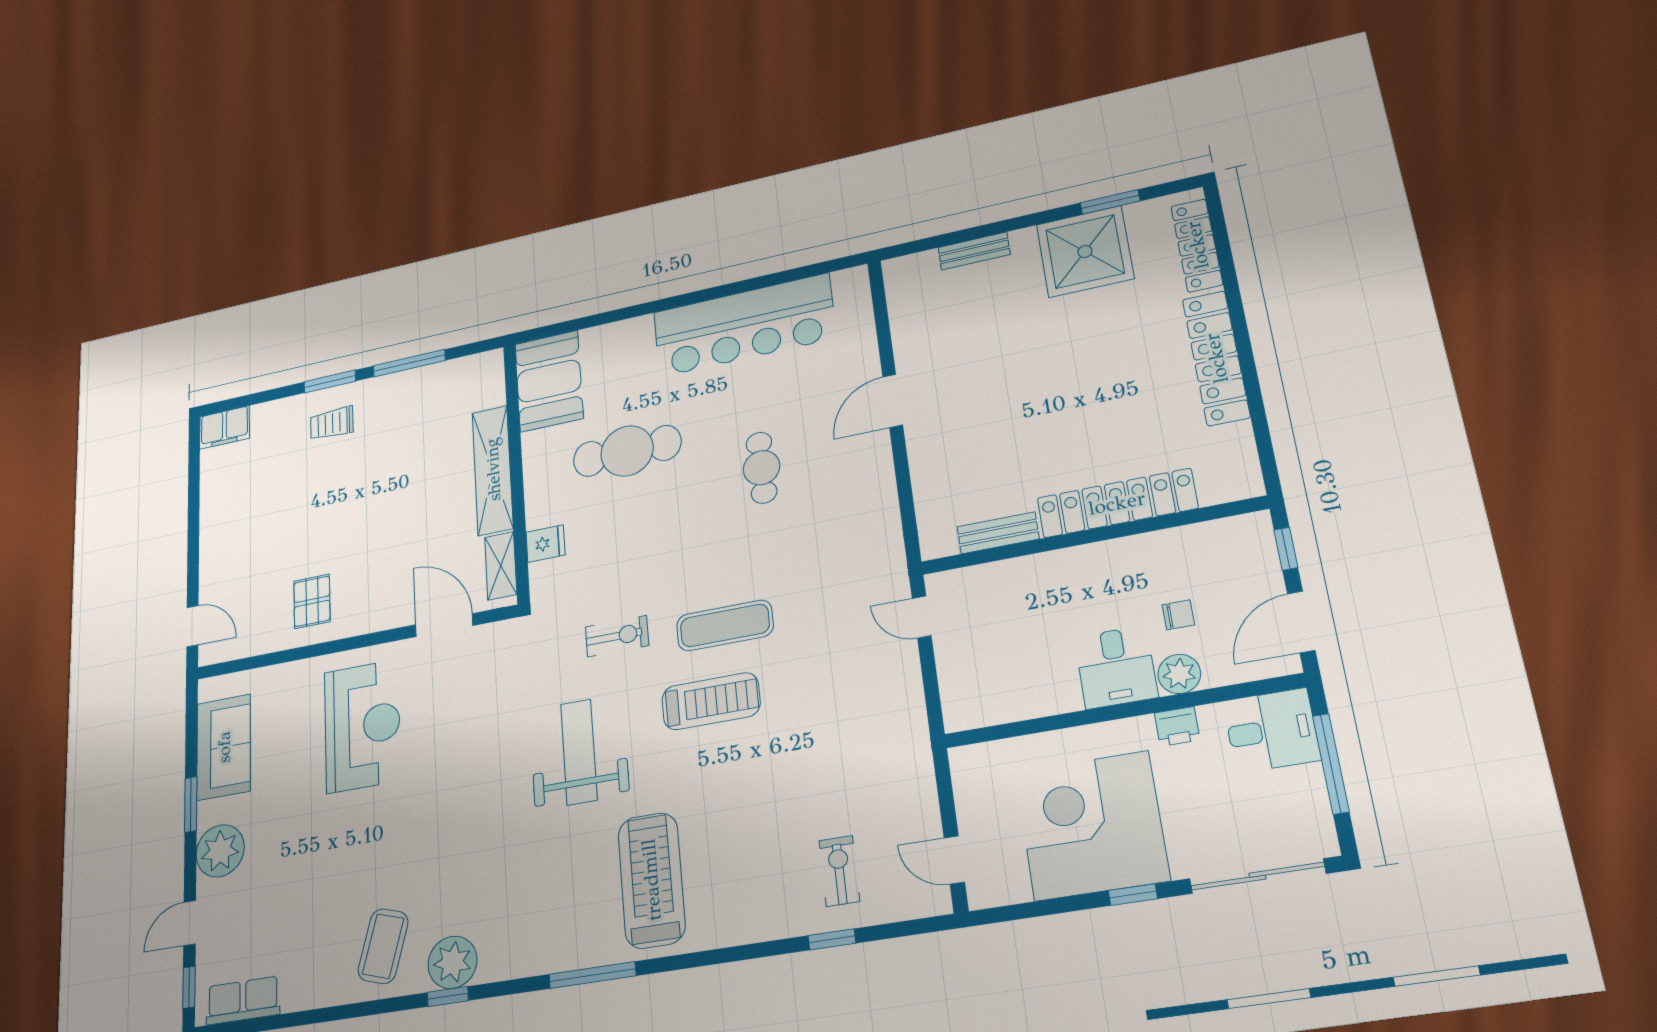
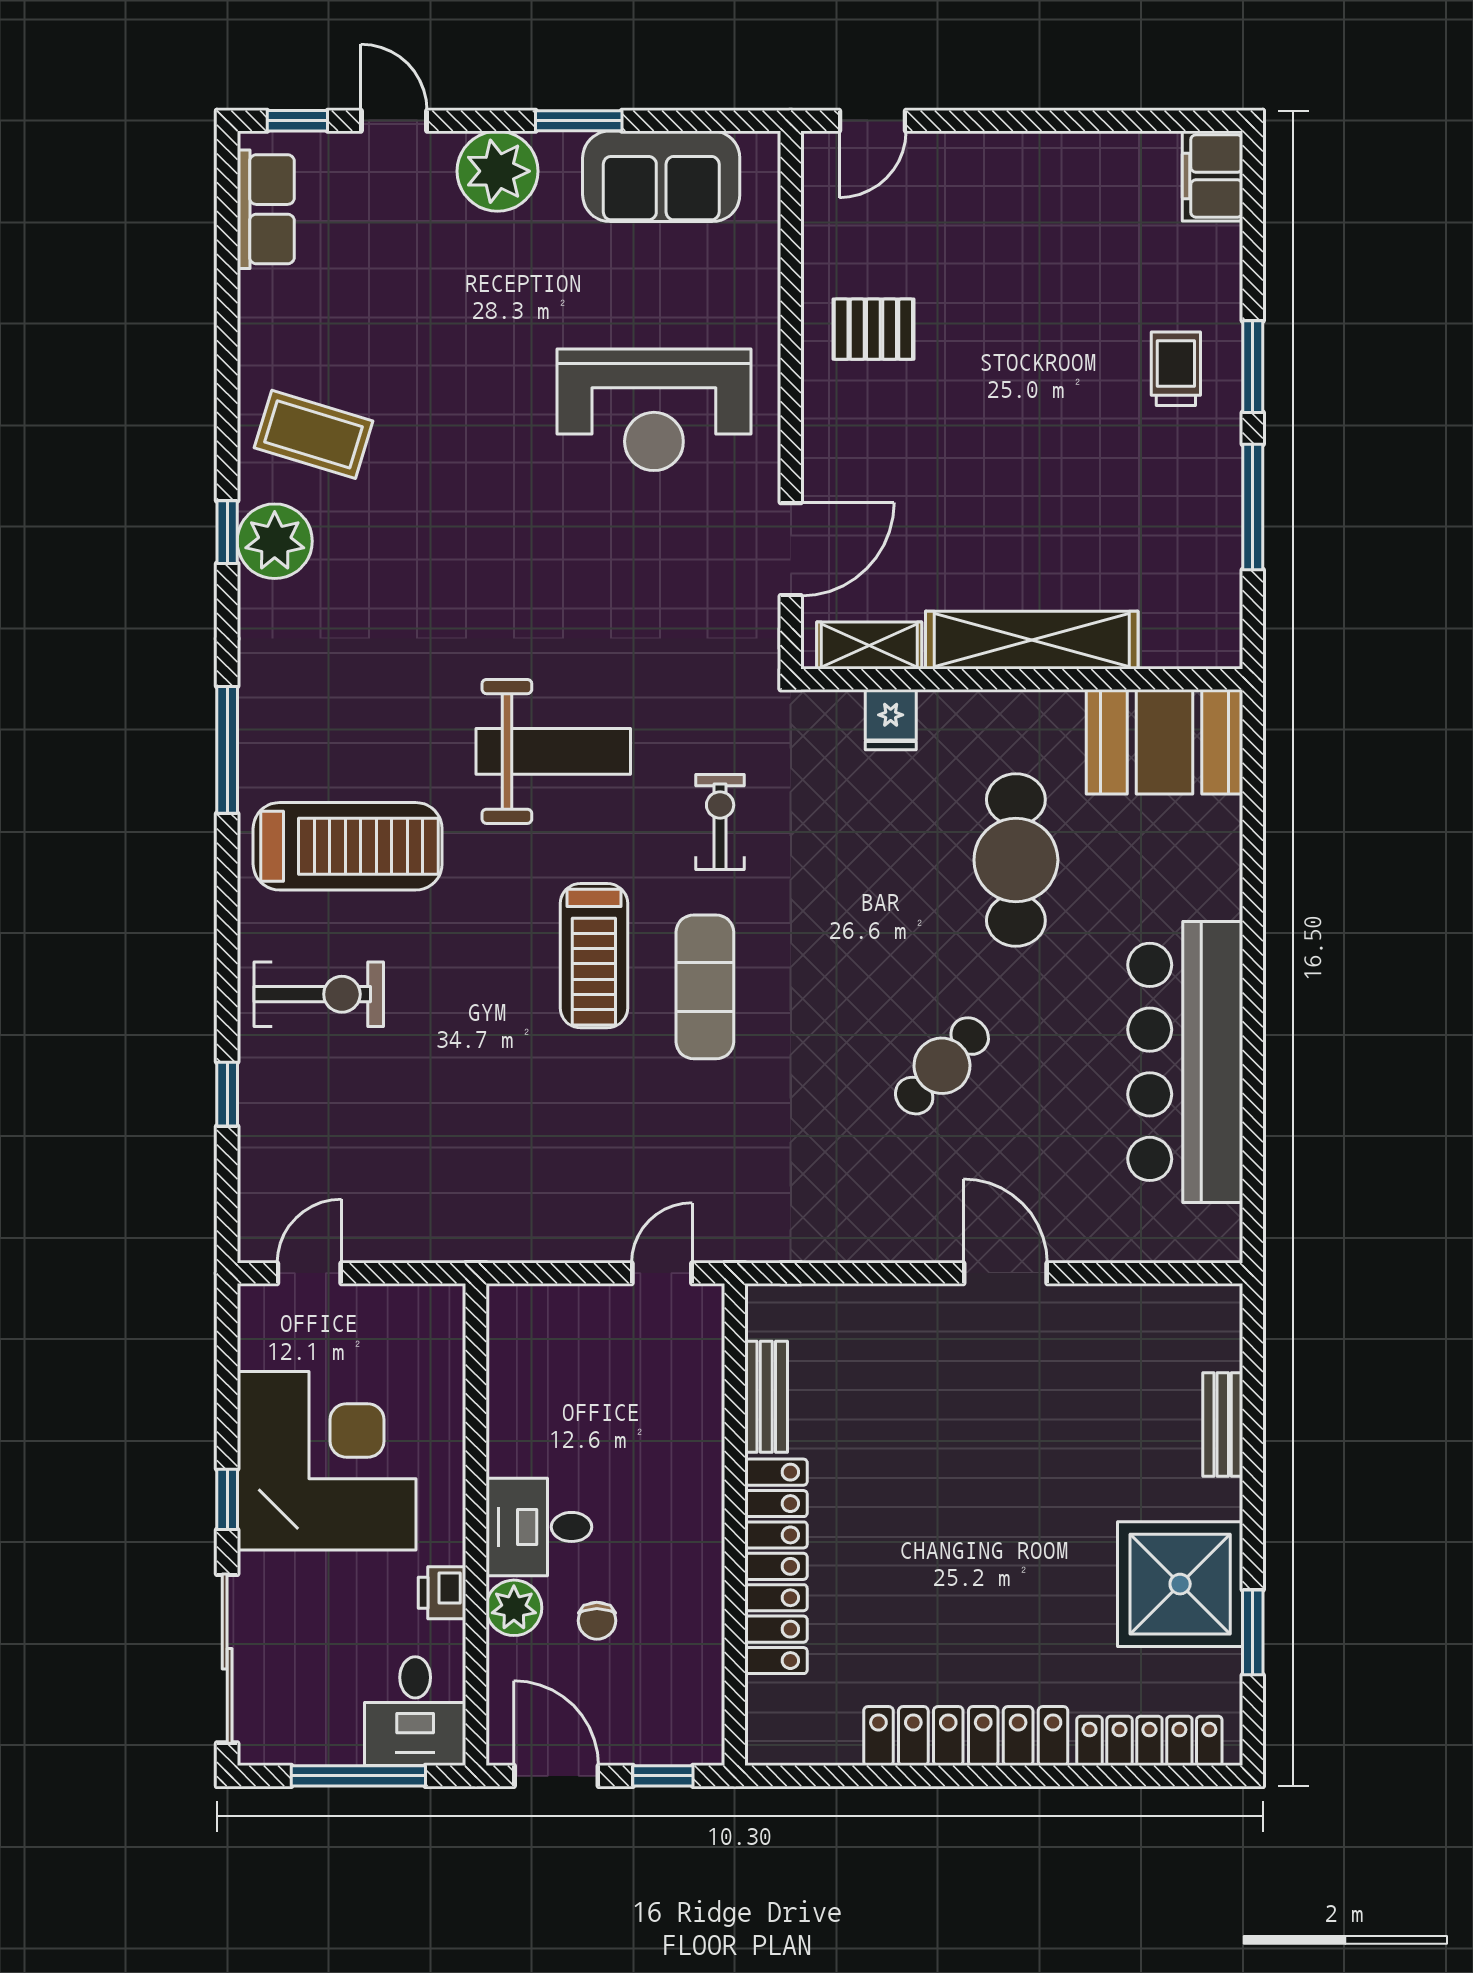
cafe table: (762, 468) -> (942, 1066), turned -47
exercise bike: (617, 636) -> (720, 822), turned 180
exercise bike: (839, 871) -> (319, 994), moved, width x1.38, depth x1.39

